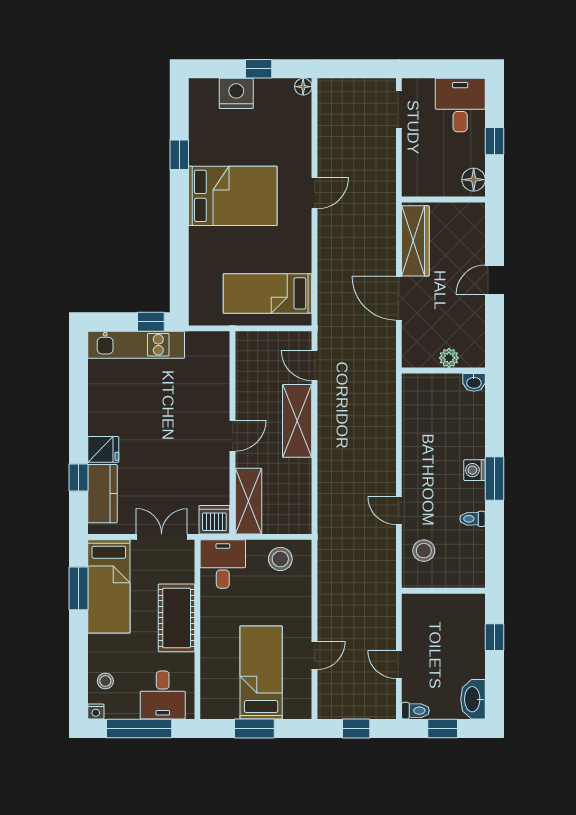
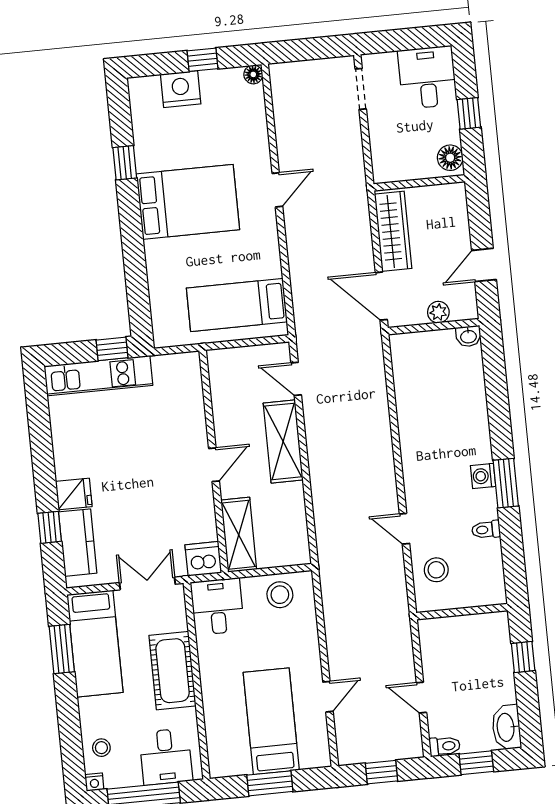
plant: (449, 358) -> (438, 312), moved
wall: (443, 371) -> (434, 327), moved
washbasin: (474, 382) -> (468, 336), moved

